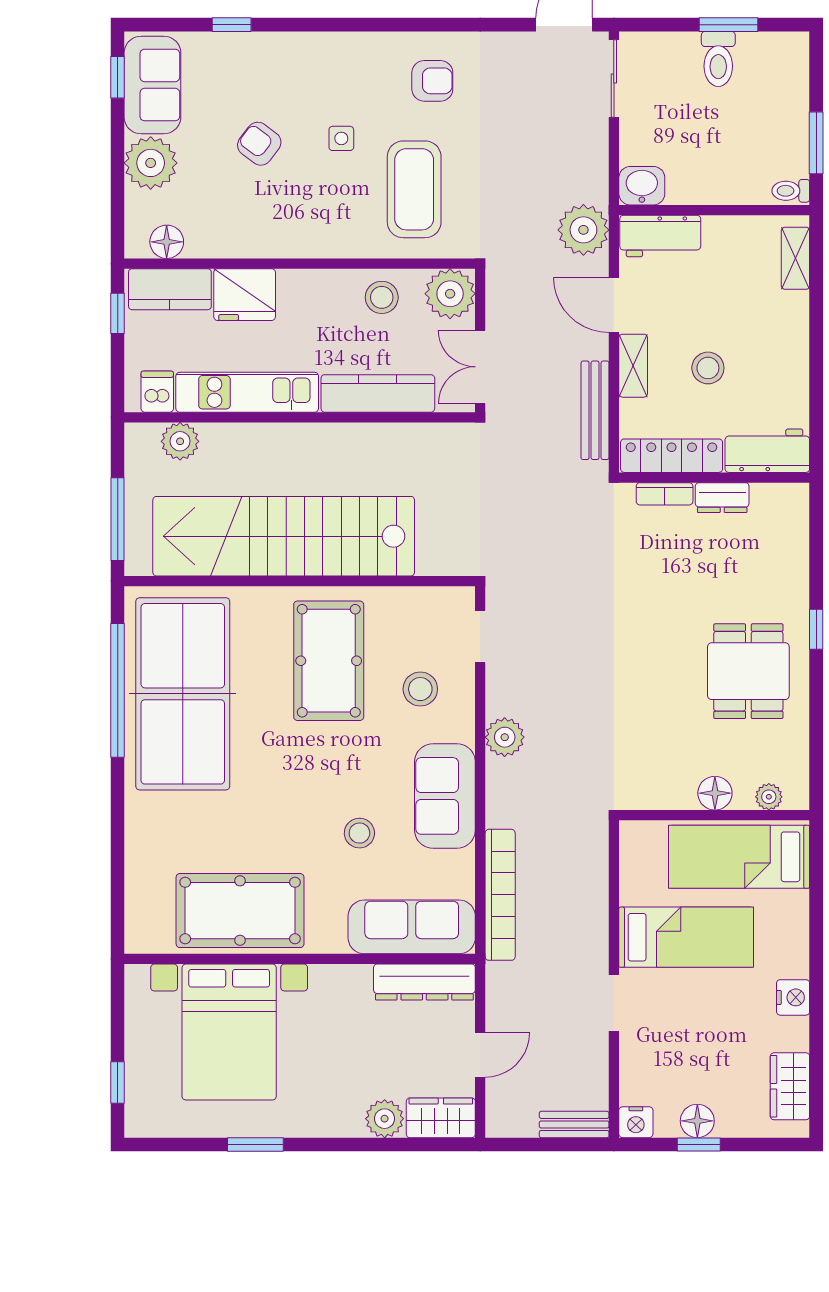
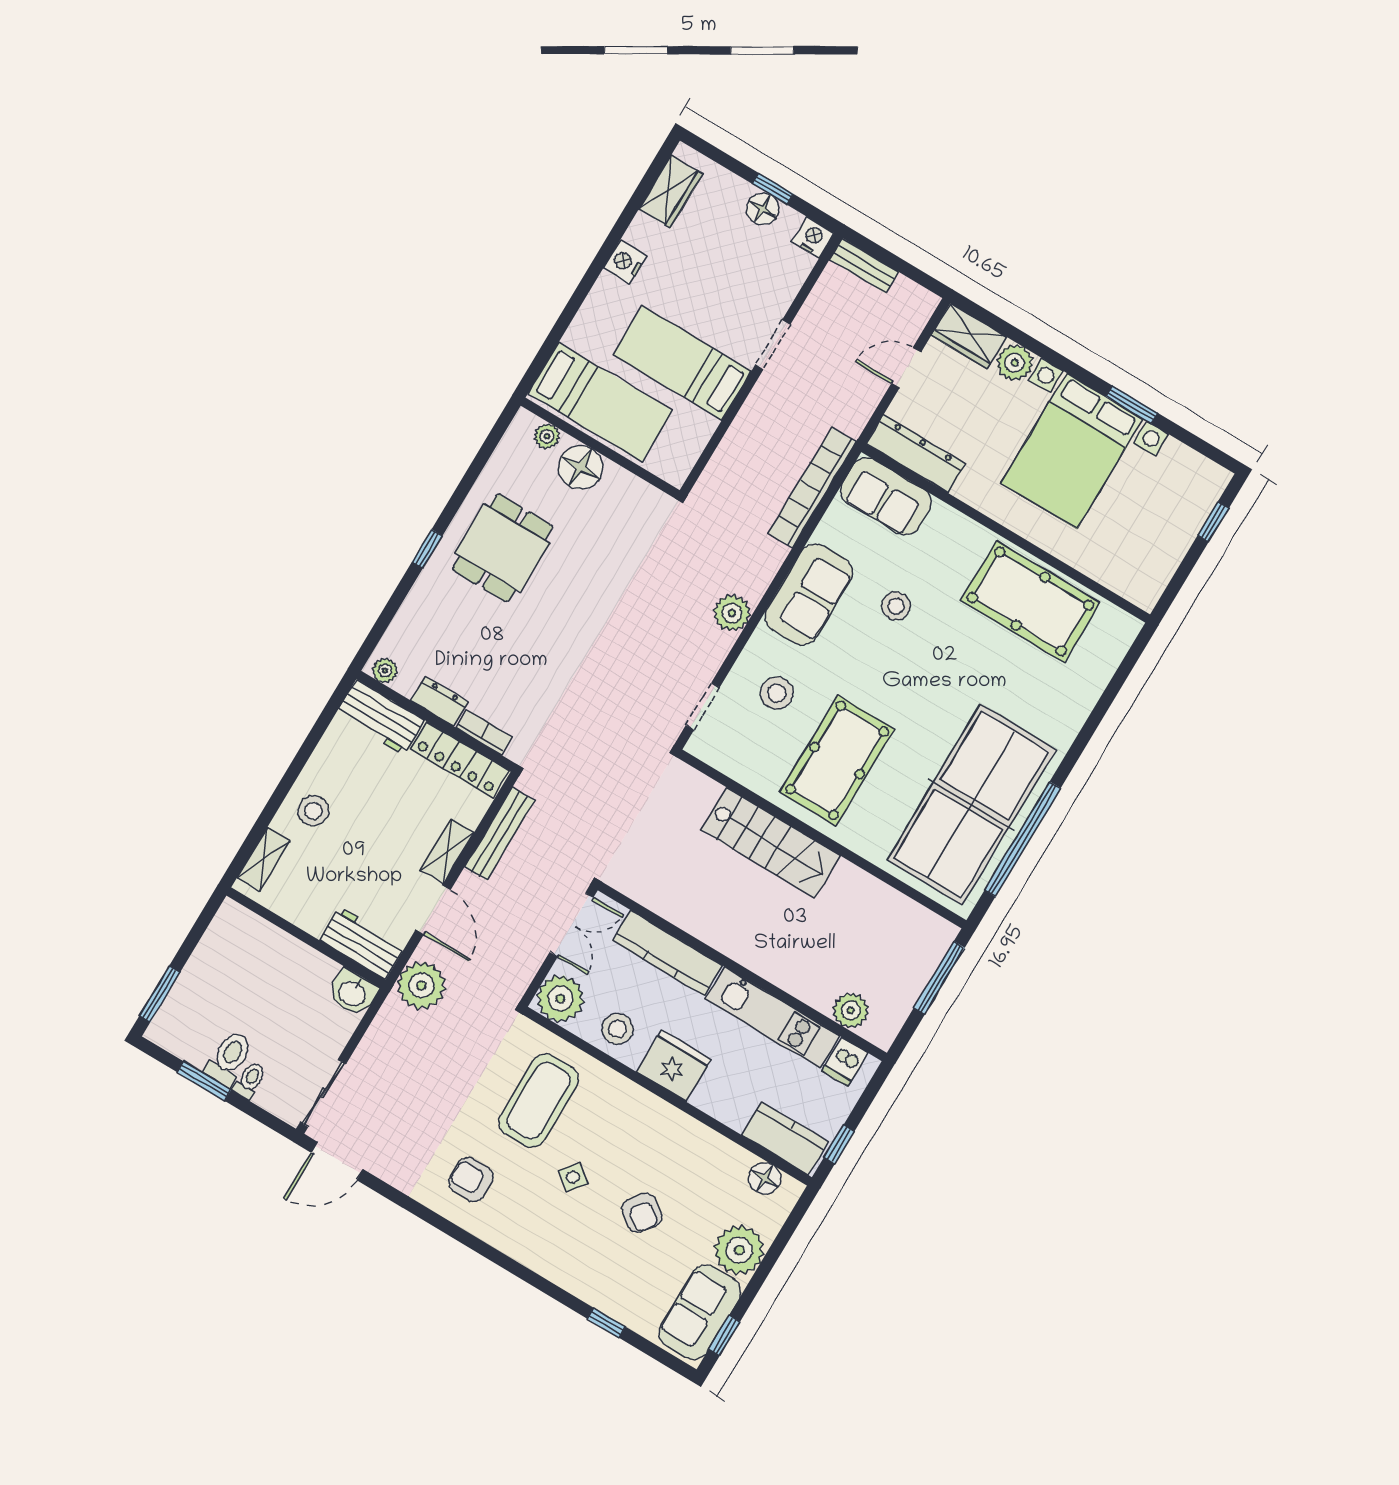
side table: (341, 138) -> (573, 1177), turned 38
window: (816, 143) -> (160, 994), moved
toilet: (791, 191) -> (250, 1080), moved, turned -90
fridge: (245, 295) -> (674, 1066), moved
stool: (708, 368) -> (313, 811), moved
plant: (788, 496) -> (385, 671), added
stairs: (284, 536) -> (771, 843), width x0.54, depth x0.66
floor lamp: (715, 793) -> (581, 467), width x1.38, depth x1.38
sofa: (412, 927) -> (886, 496), width x0.73
bed with nightstands: (229, 1032) -> (1072, 451), moved, turned 180

